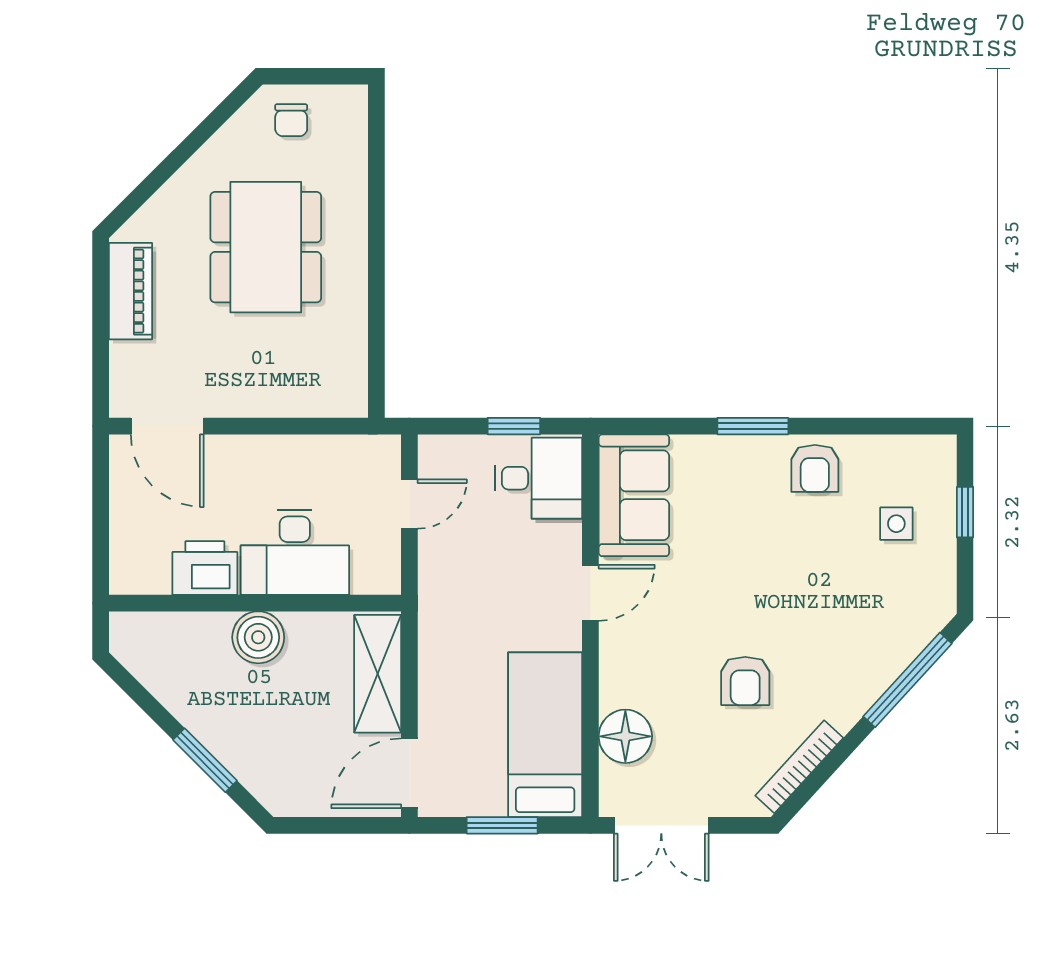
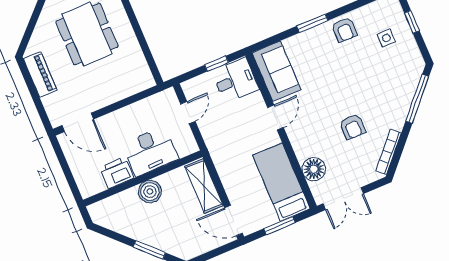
door: (409, 773) -> (233, 220), hinge flipped

